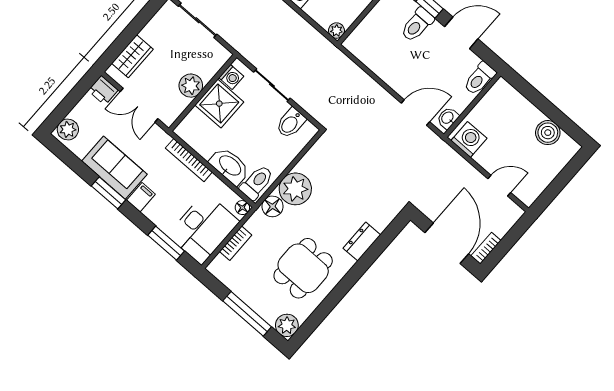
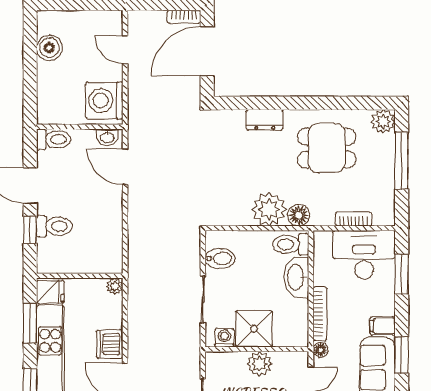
washing machine: (469, 139) -> (104, 101), width x1.37, depth x1.37
floor lamp: (242, 208) -> (321, 350), moved

